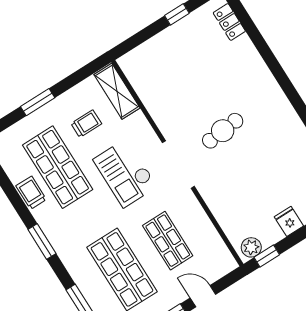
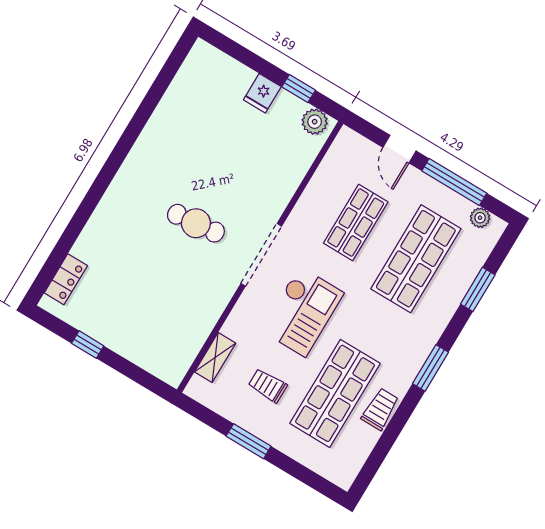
shelving: (117, 91) -> (215, 357), width x0.67, depth x0.75
window: (38, 102) -> (249, 441), moved
trolley: (31, 193) -> (380, 409), turned 180
window: (267, 256) -> (299, 88), moved

